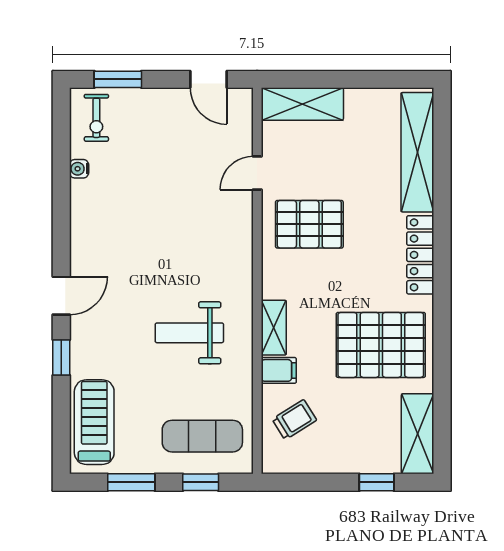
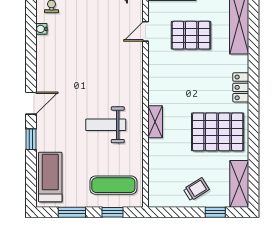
pallet: (309, 224) -> (191, 35), moved
locker: (420, 255) -> (241, 87), width x0.66
filing cabinet: (279, 370) -> (158, 147), removed
trolley: (294, 420) -> (196, 189), moved

